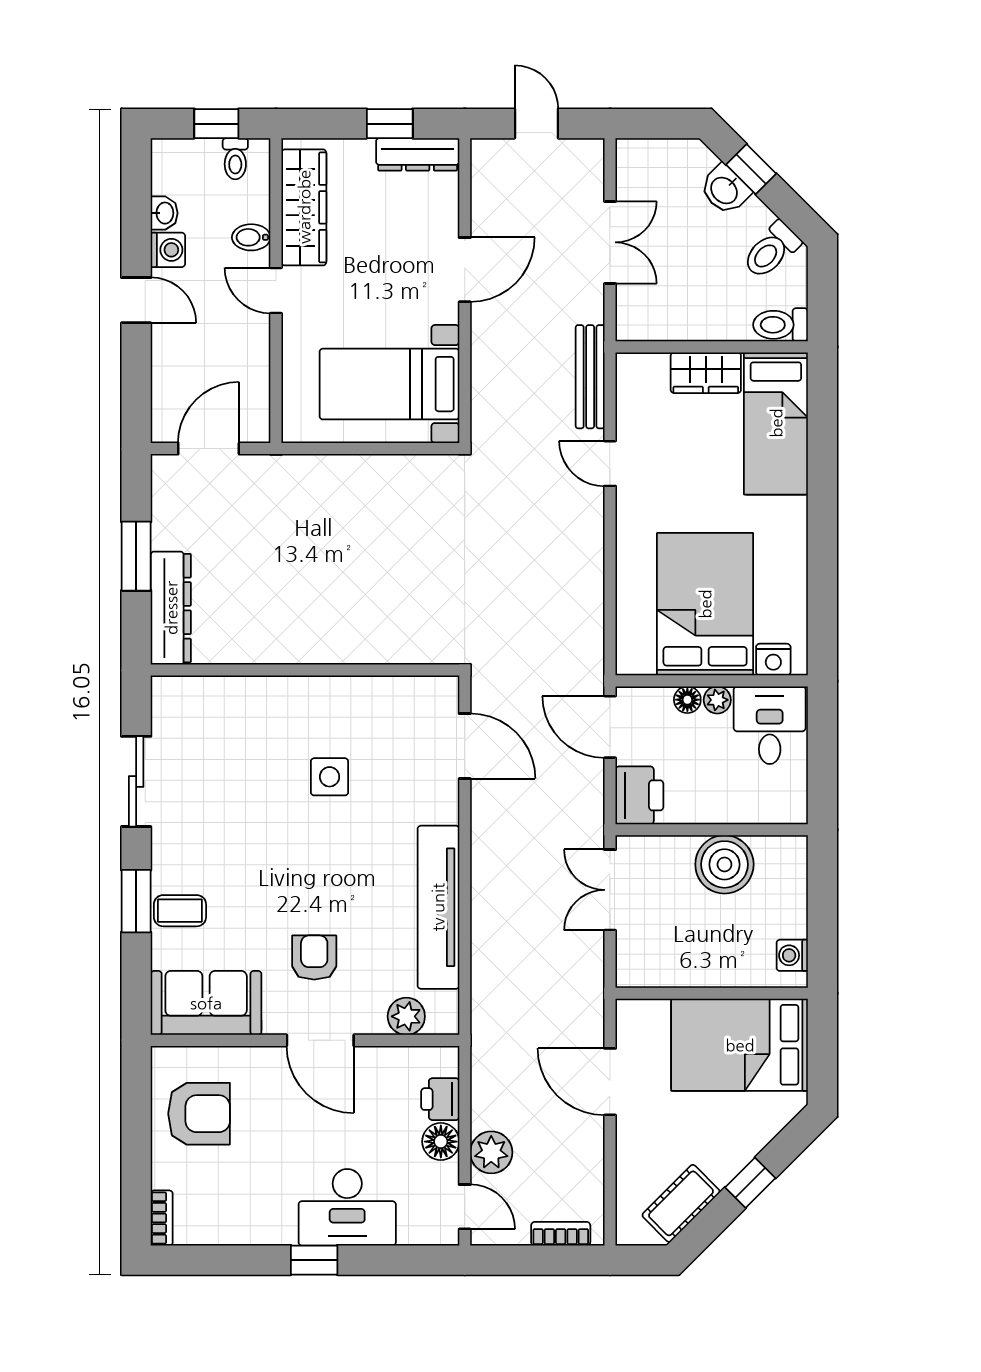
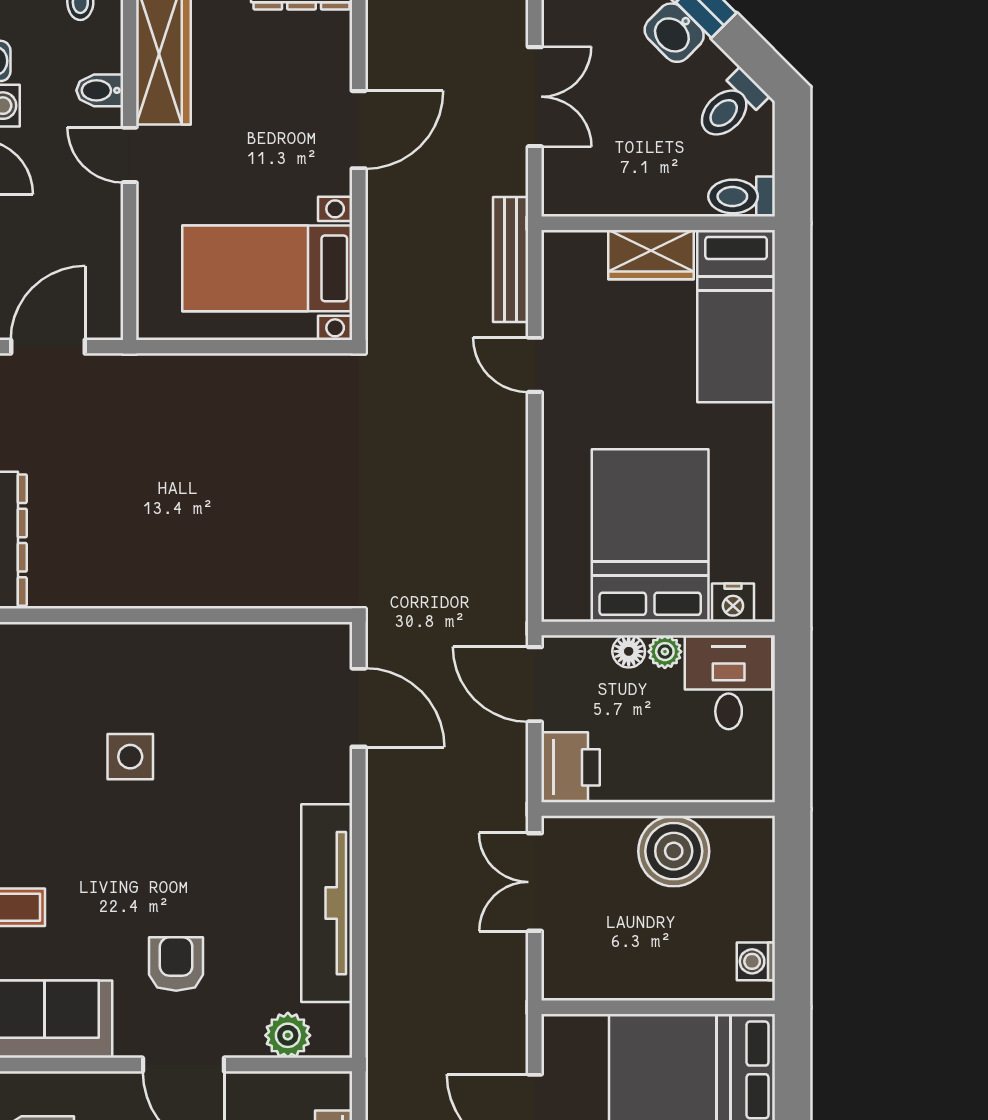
side table: (330, 777) -> (130, 757), moved

